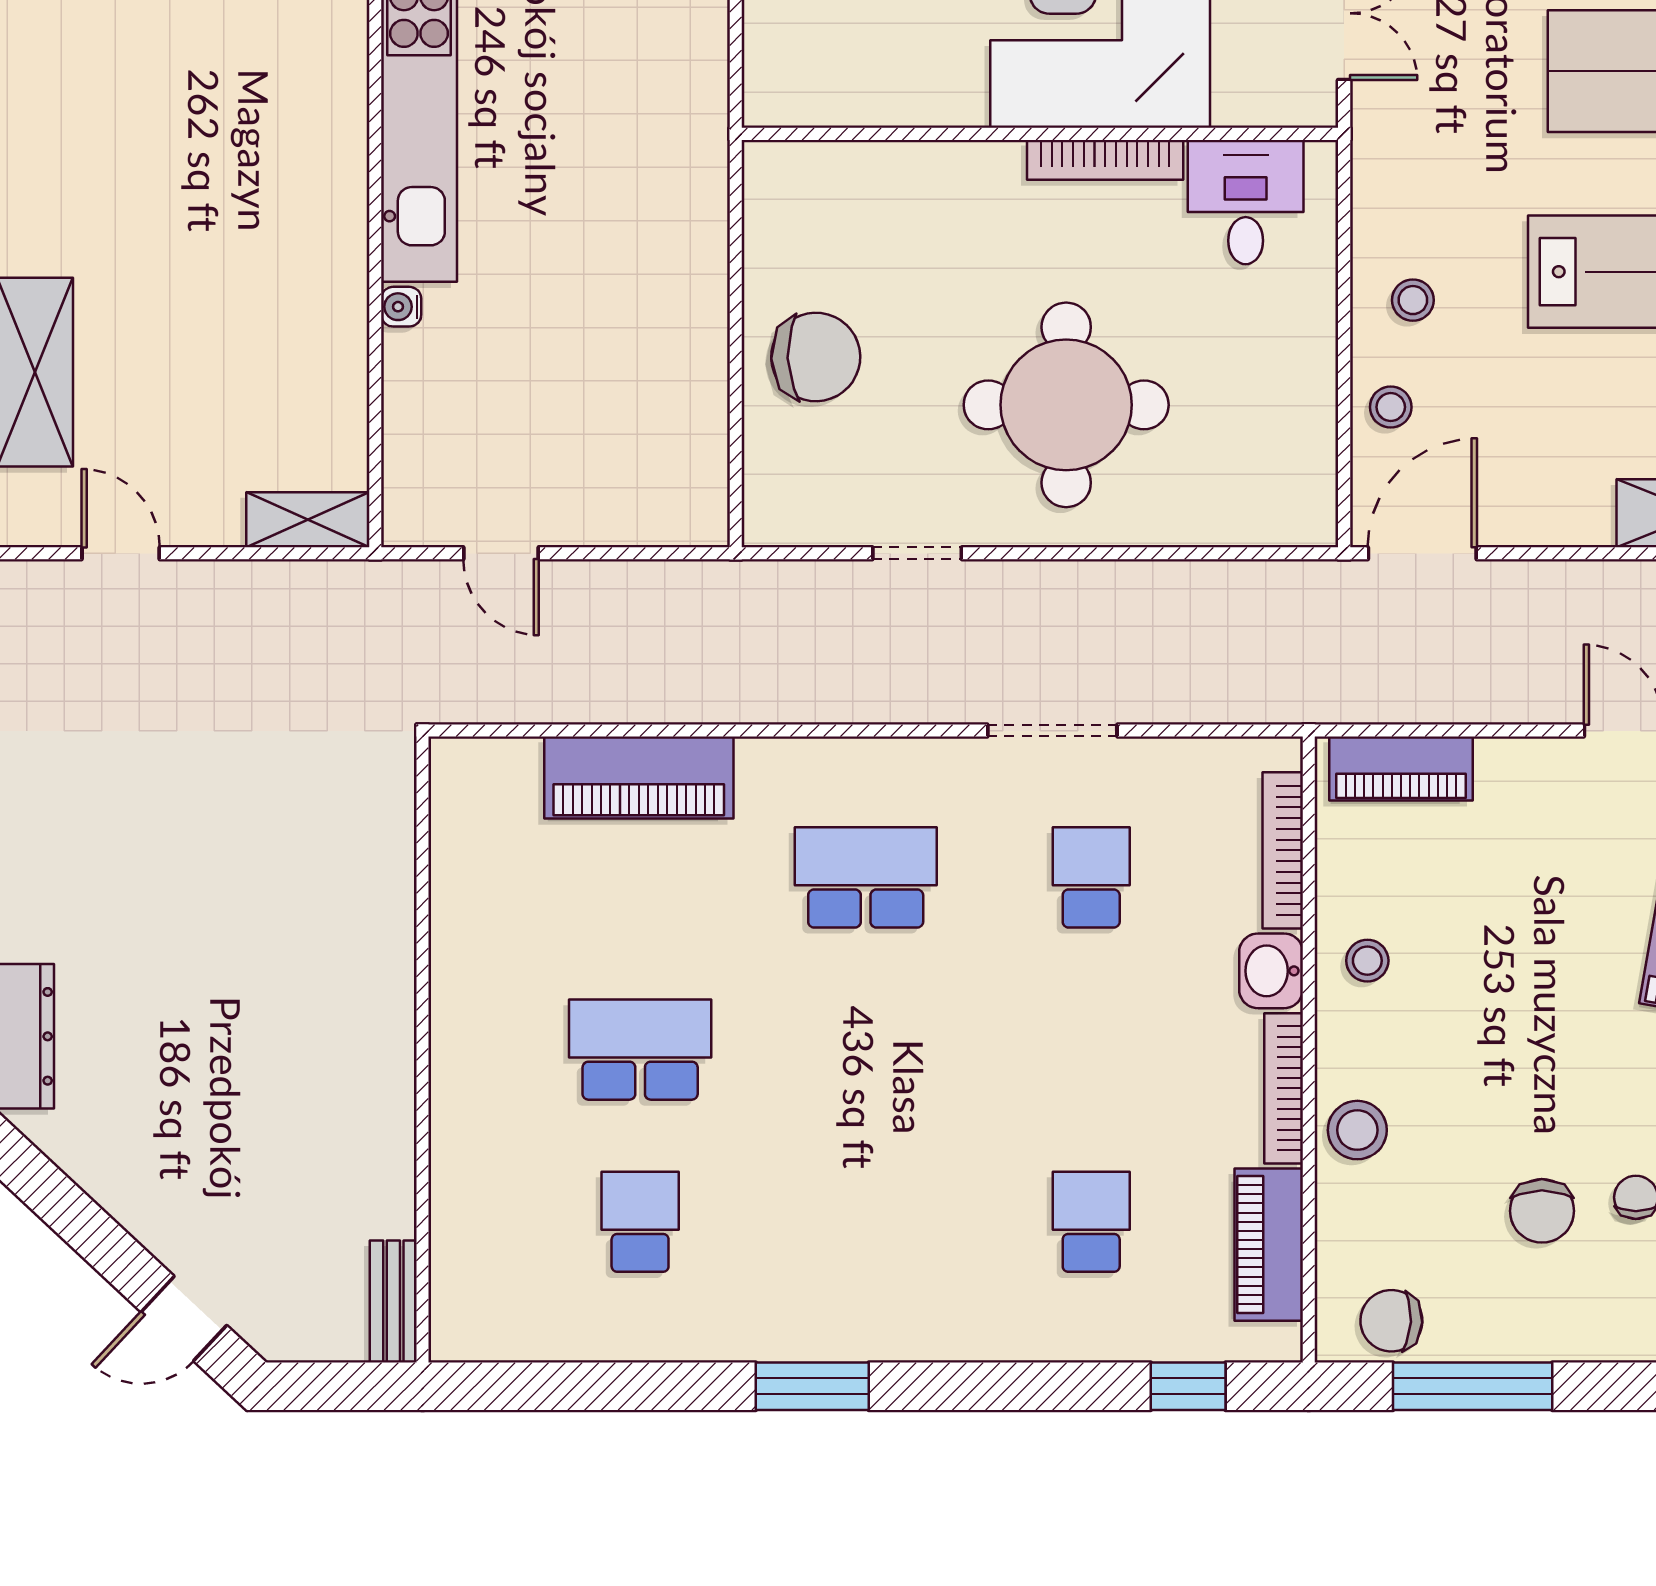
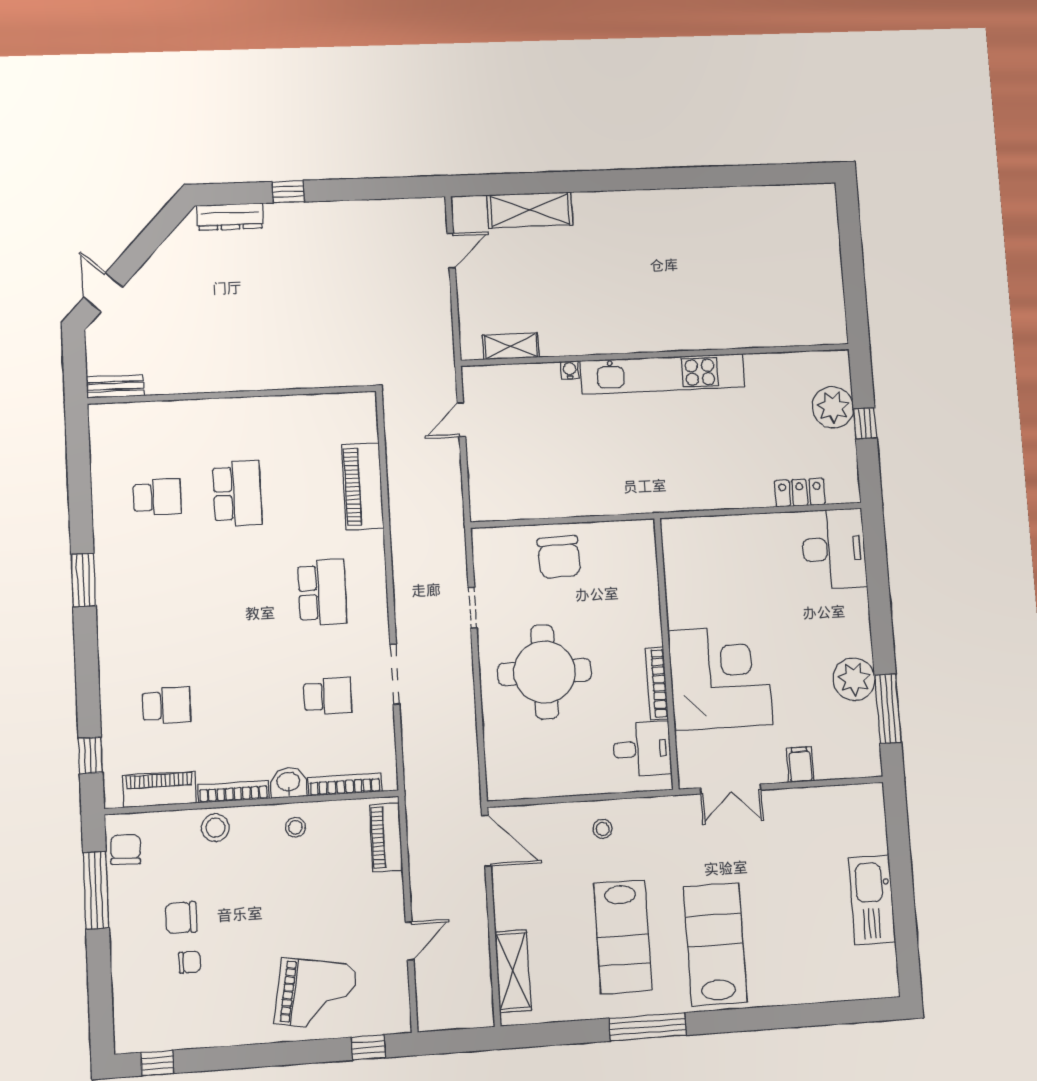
stool: (1391, 407) -> (553, 822), removed
shelving: (308, 520) -> (511, 346), moved, turned 90

